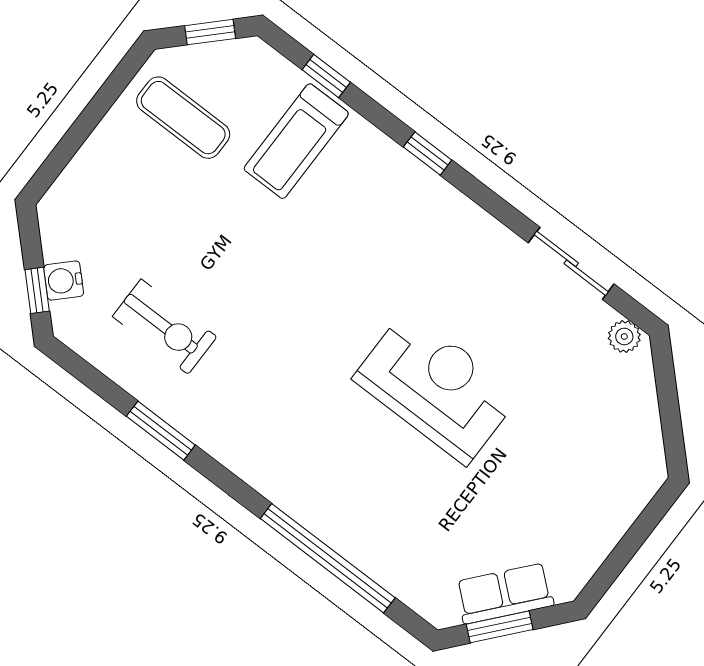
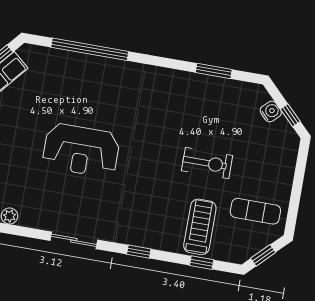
sliding door: (571, 263) -> (74, 240), moved
window: (37, 290) -> (290, 115), moved
exercise bike: (165, 327) -> (207, 163), moved, turned 180
window: (161, 431) -> (214, 71), moved

